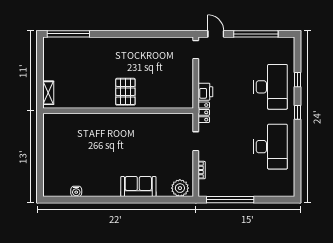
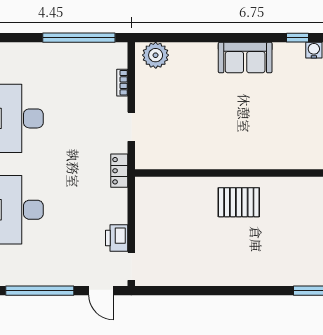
pallet: (125, 92) -> (239, 202), turned 90
printer: (205, 92) -> (117, 238), moved
sofa: (138, 187) -> (245, 58), moved
window: (87, 200) -> (297, 38), added

